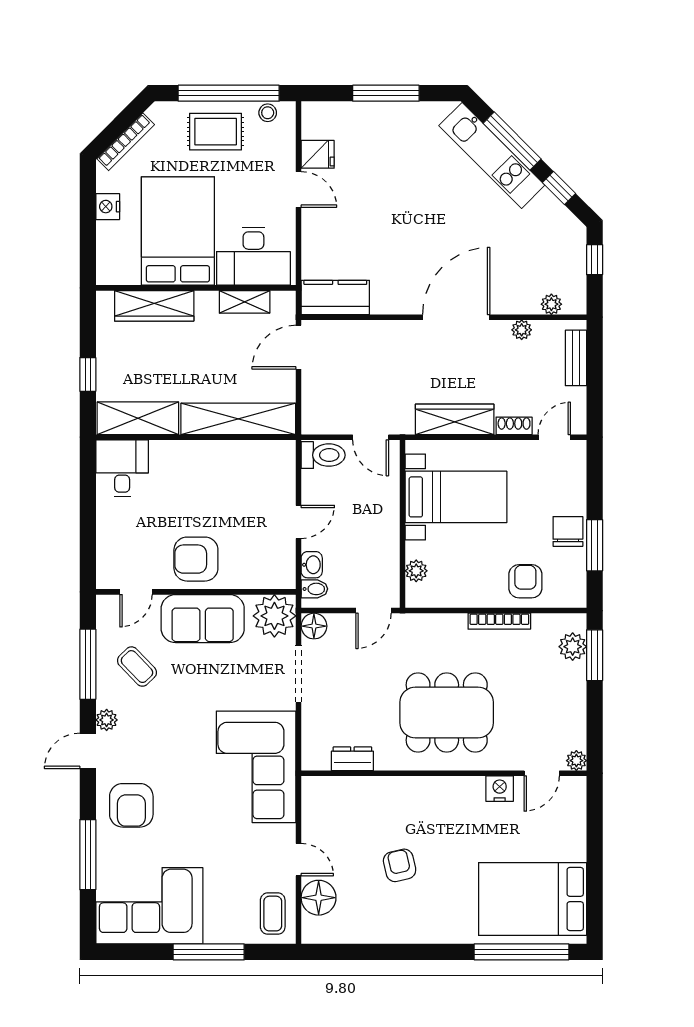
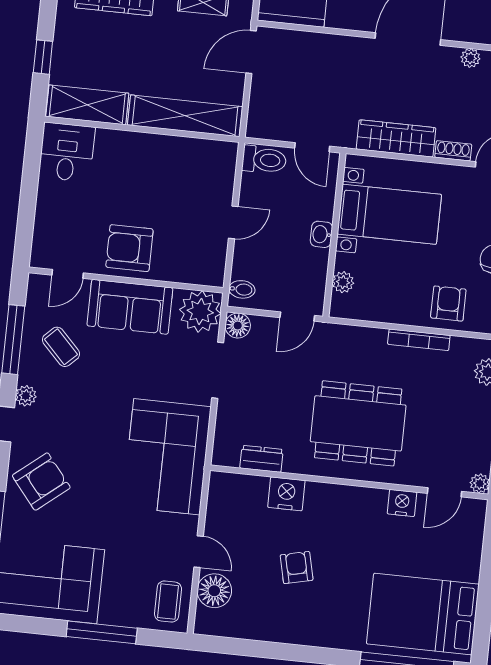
washbasin: (312, 565) -> (321, 234), moved, turned 180
nightstand: (381, 792) -> (286, 494), added
armchair: (131, 805) -> (41, 482), turned -129

